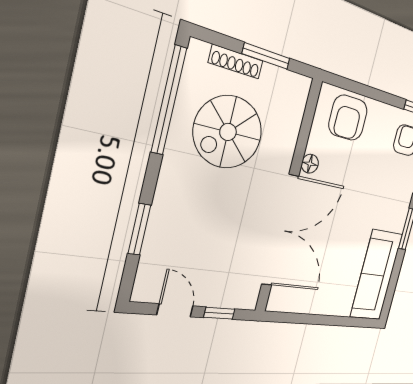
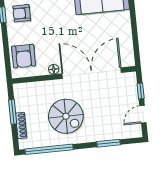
armchair: (348, 118) -> (24, 56), turned 90
spiral stairs: (228, 132) -> (66, 116), moved

